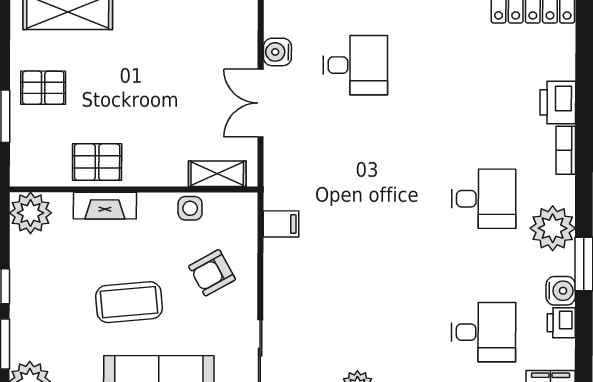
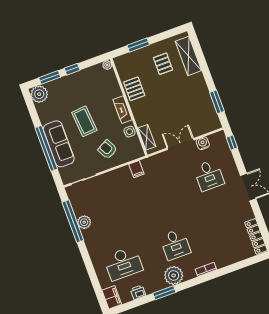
pallet: (43, 88) -> (163, 64), moved
printer: (558, 102) -> (223, 259), removed
fireplace: (105, 206) -> (123, 110), moved
plant: (30, 213) -> (107, 65), width x0.53, depth x0.53
water cooler: (561, 291) -> (150, 288), removed
desk: (483, 332) -> (123, 263), width x1.37

